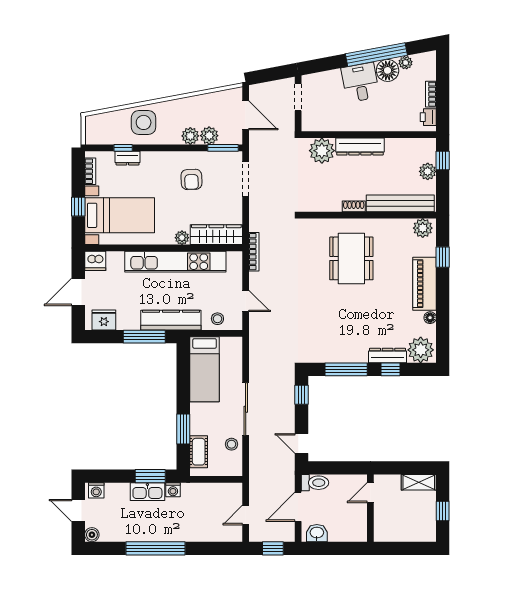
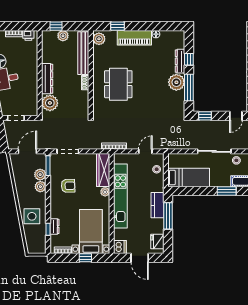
dining table: (351, 258) -> (118, 84), turned 90
kitchen counter: (171, 320) -> (157, 205), width x0.67
plant: (421, 350) -> (176, 82), moved

